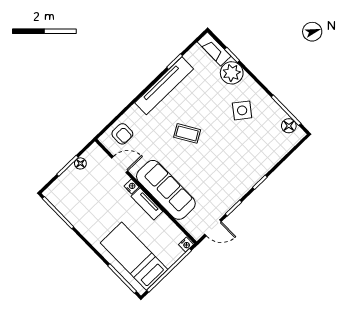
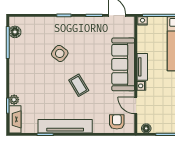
plant: (232, 73) -> (14, 100), width x0.53, depth x0.53
side table: (242, 110) -> (60, 53), moved
floor lamp: (80, 163) -> (146, 128), moved

